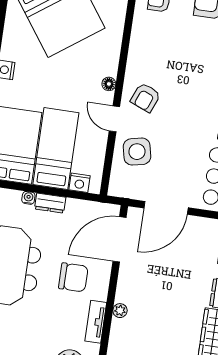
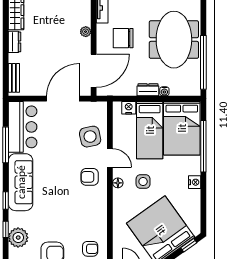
side table: (75, 81) -> (143, 182), added
armchair: (146, 97) -> (90, 177), turned -112
plant: (120, 311) -> (86, 32), moved

